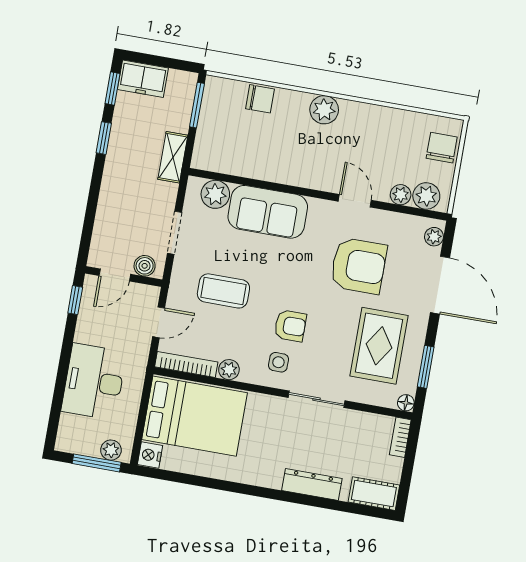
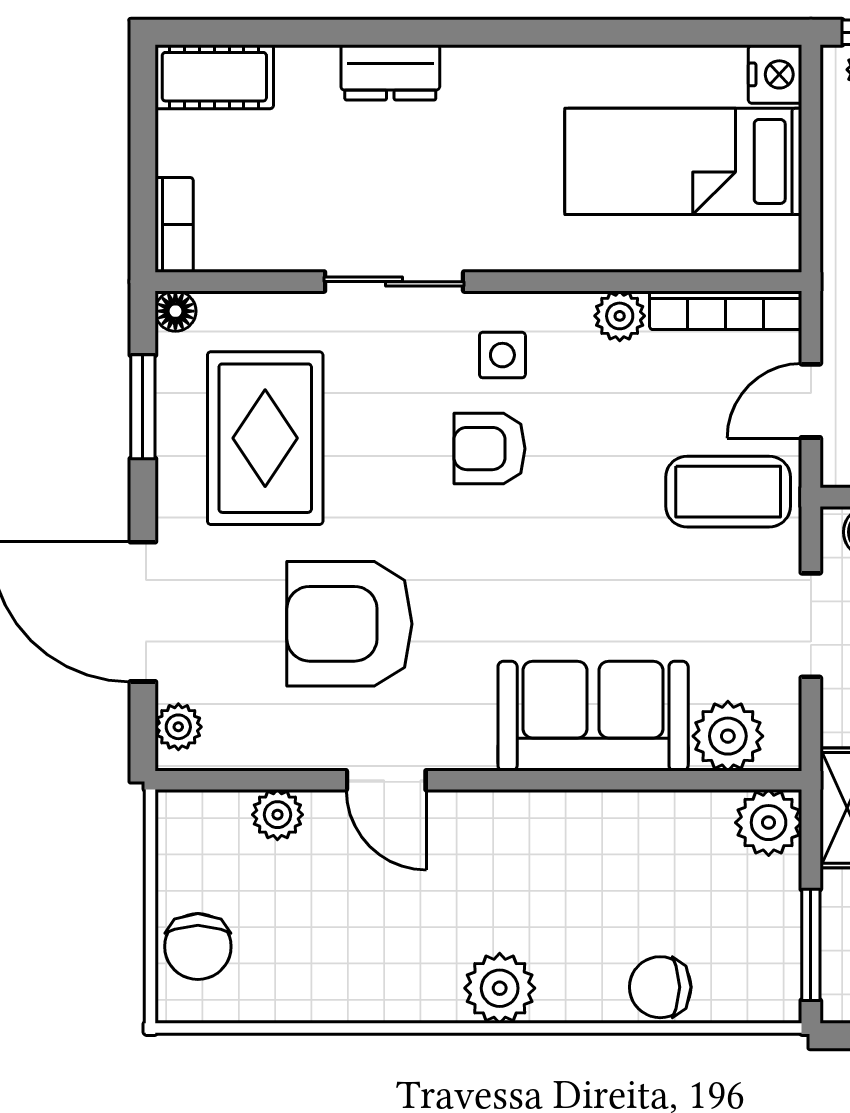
plant: (426, 196) -> (769, 823), moved
coffee table: (223, 291) -> (728, 492), moved
bed: (195, 416) -> (683, 161), width x0.67
dresser: (312, 484) -> (390, 72), width x0.70

